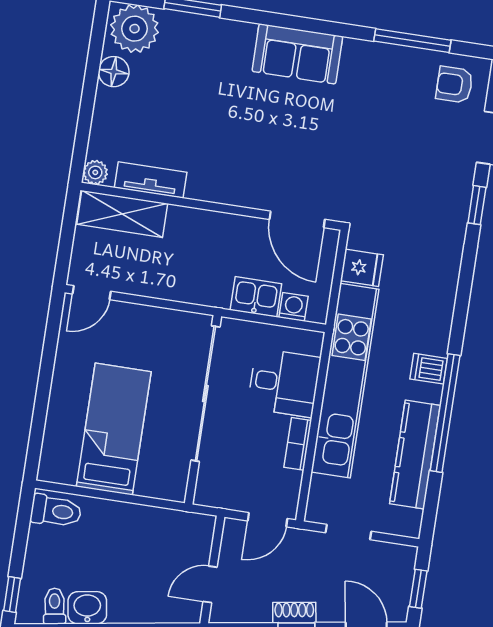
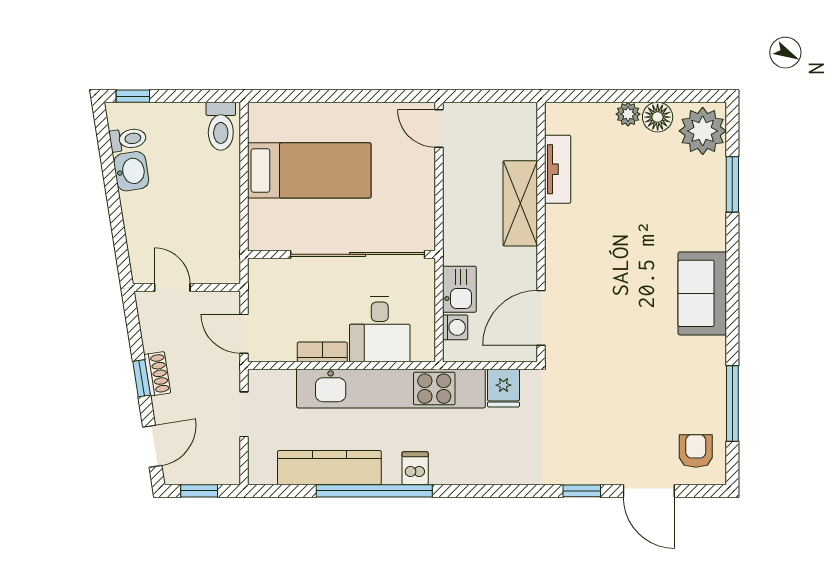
plant: (95, 172) -> (628, 114), moved
shelving: (122, 214) -> (520, 203), moved

